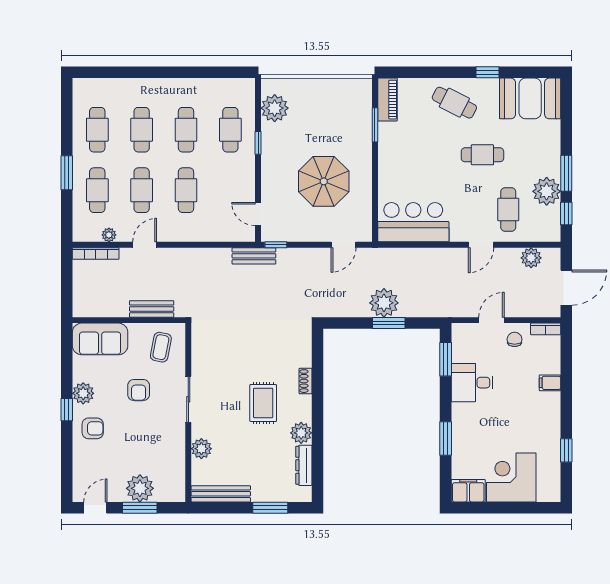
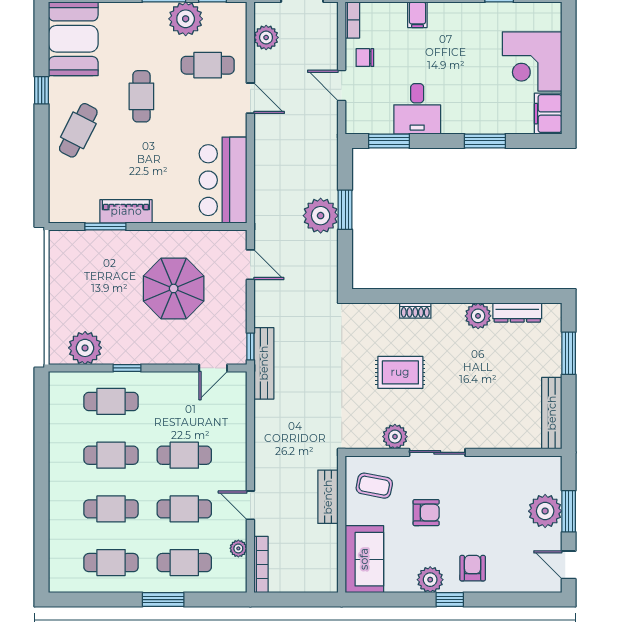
piano: (387, 100) -> (126, 211), moved
bench: (254, 256) -> (264, 363), width x1.36
rug: (263, 403) -> (400, 372), moved
plant: (201, 449) -> (395, 437), moved

